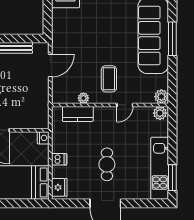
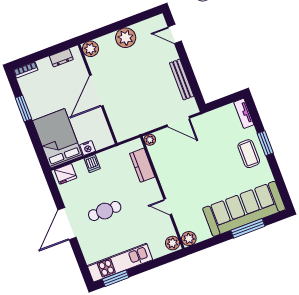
coffee table: (109, 79) -> (249, 154), moved, turned 90
plant: (83, 98) -> (150, 140), moved
nightstand: (43, 138) -> (88, 148), moved

